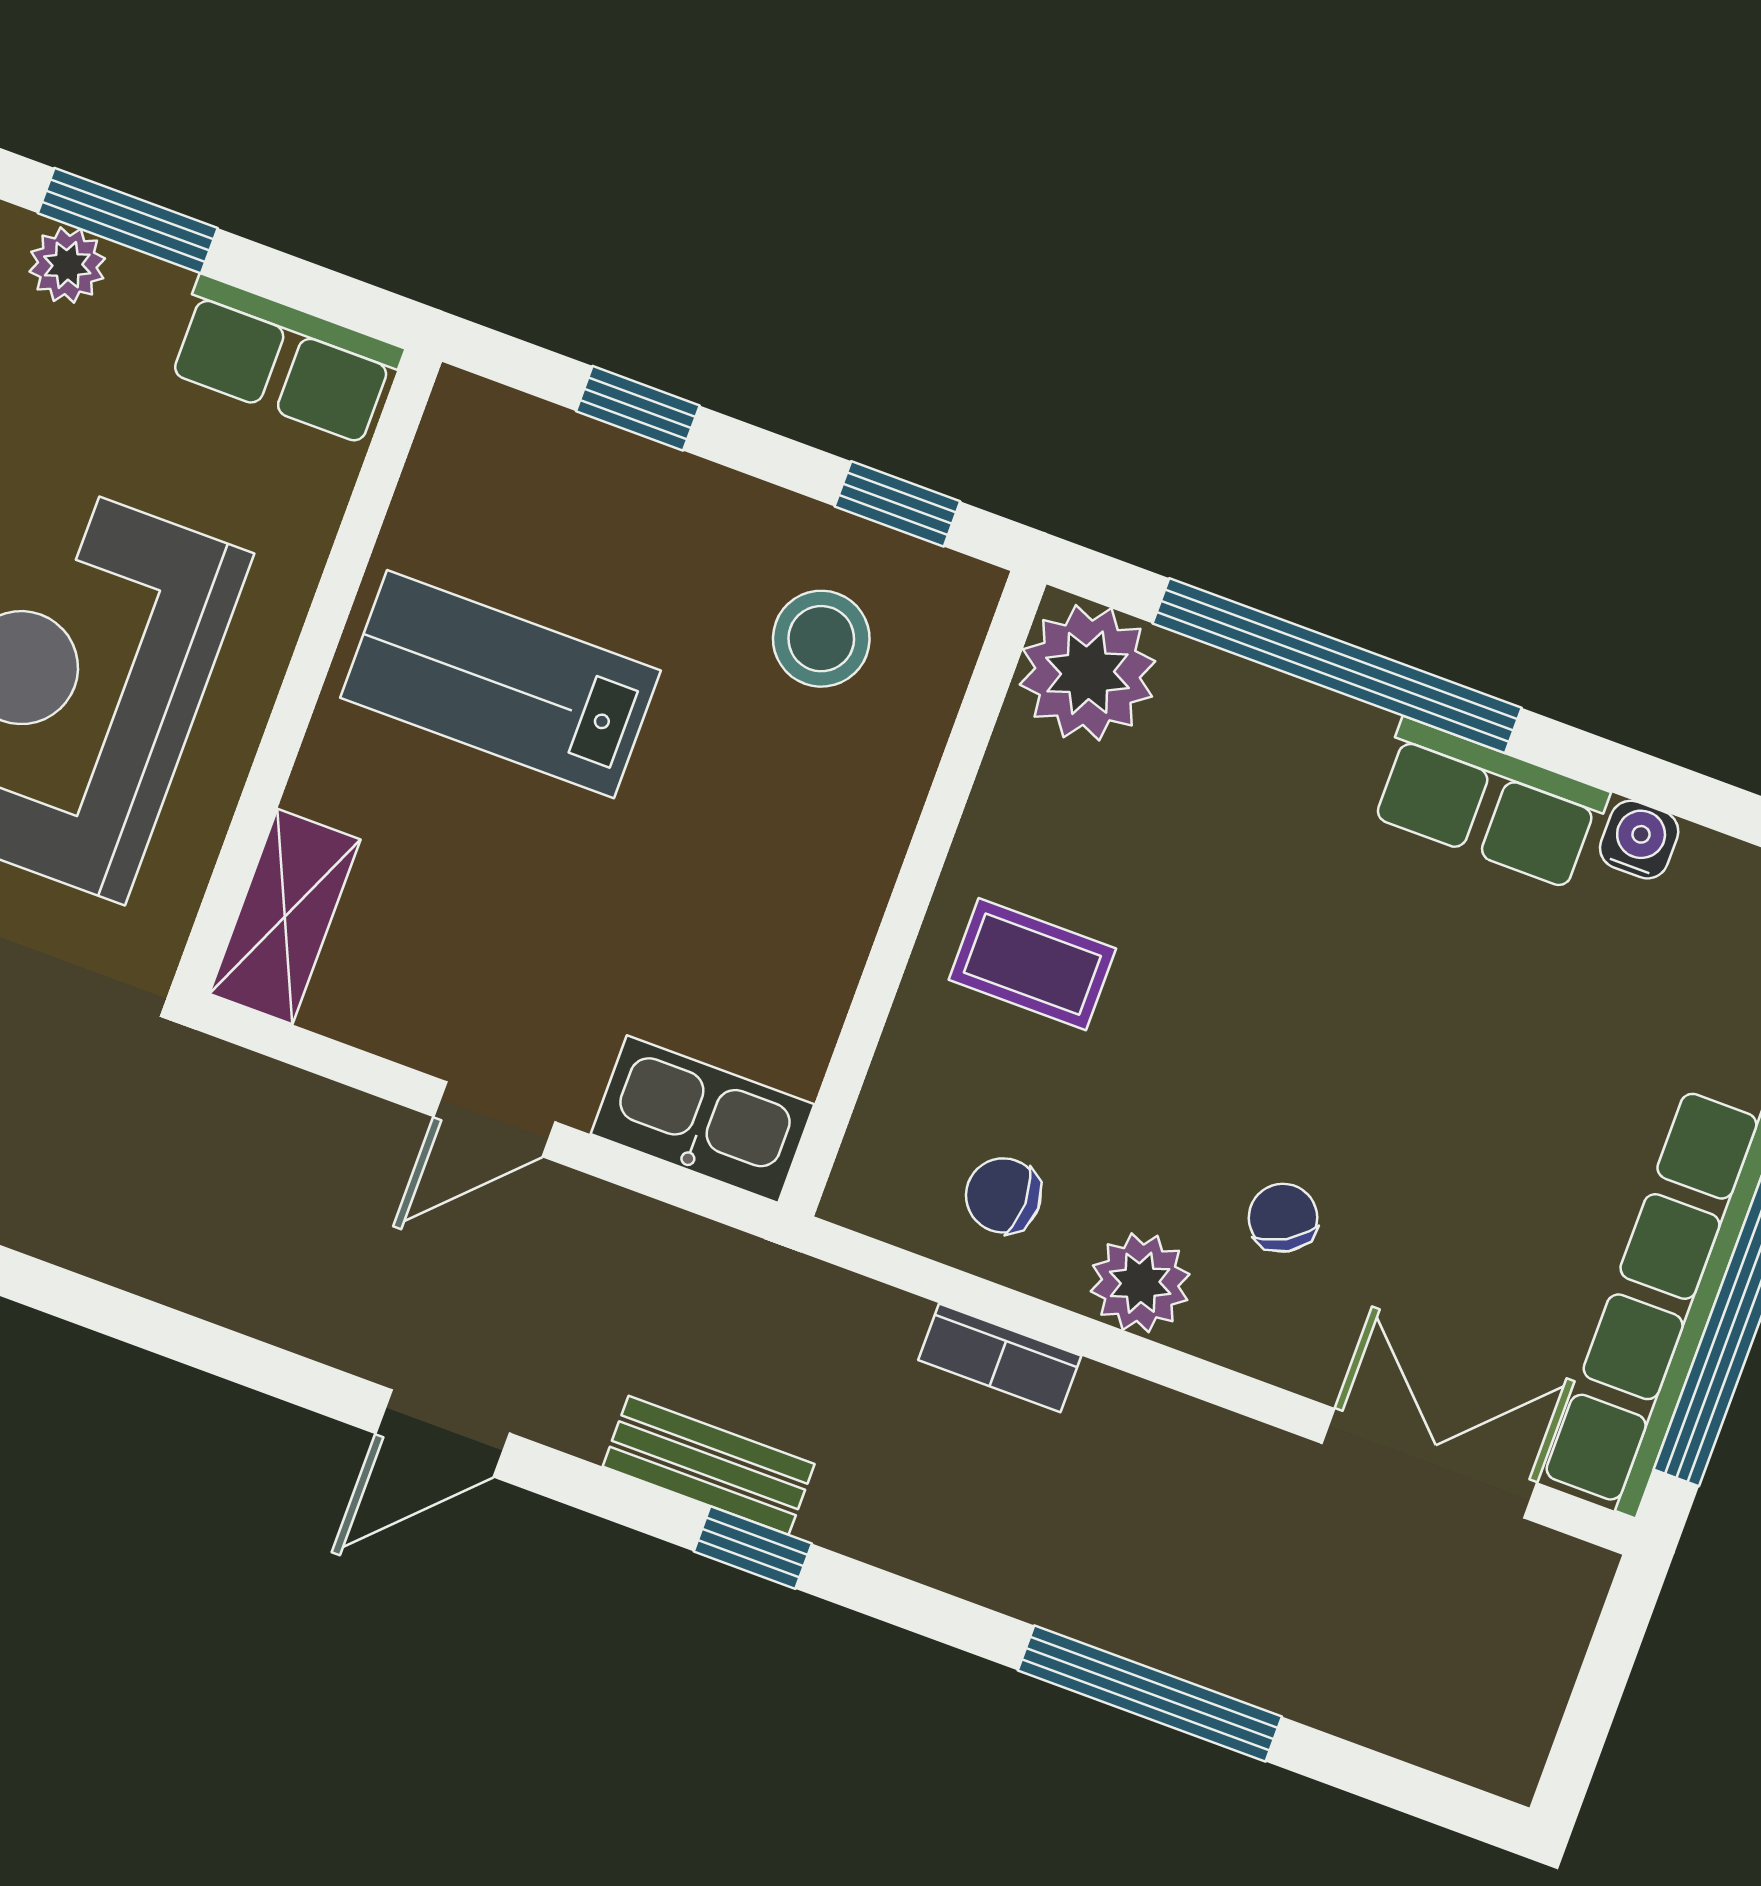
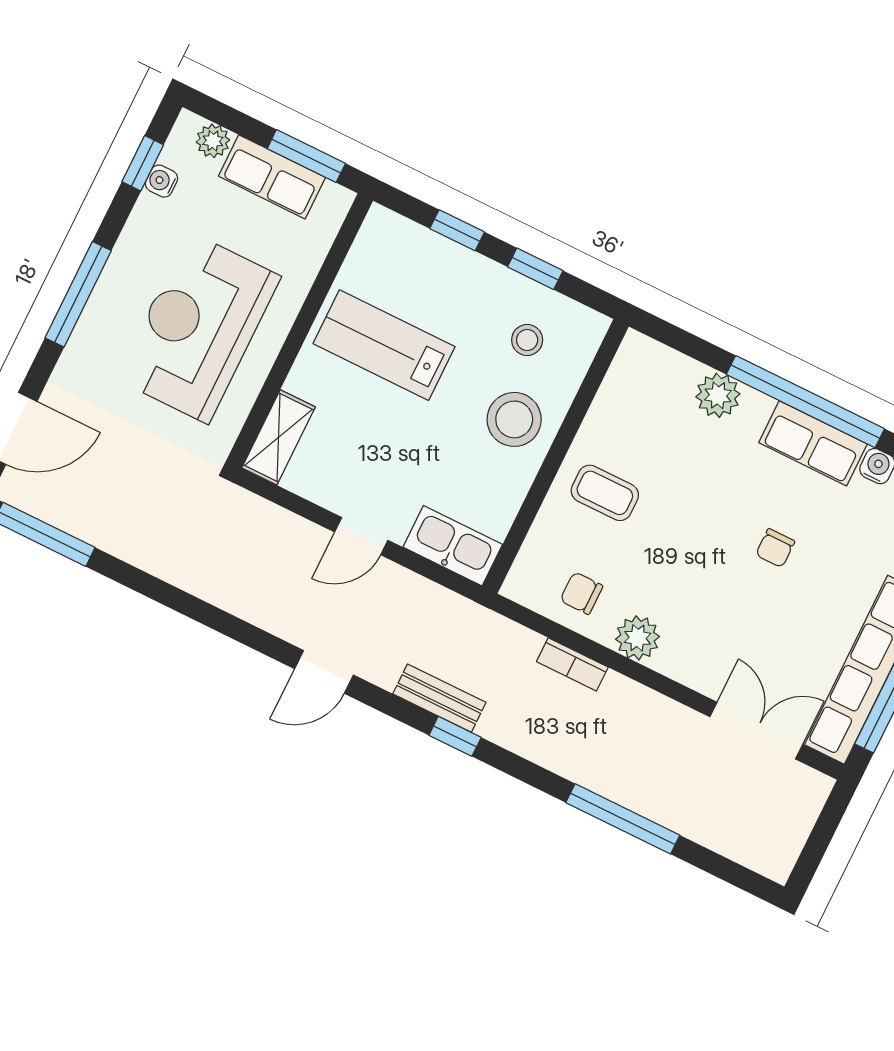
window: (128, 221) -> (306, 156), moved
row of seats: (285, 360) -> (272, 177), moved
window: (897, 504) -> (535, 269), moved
stool: (821, 639) -> (527, 340), width x0.73, depth x0.73
window: (1337, 666) -> (805, 402), moved
plant: (1088, 673) -> (718, 395), moved, width x0.73, depth x0.73
stool: (811, 820) -> (514, 419), added
chair: (1283, 1218) -> (775, 548), moved, turned -150

